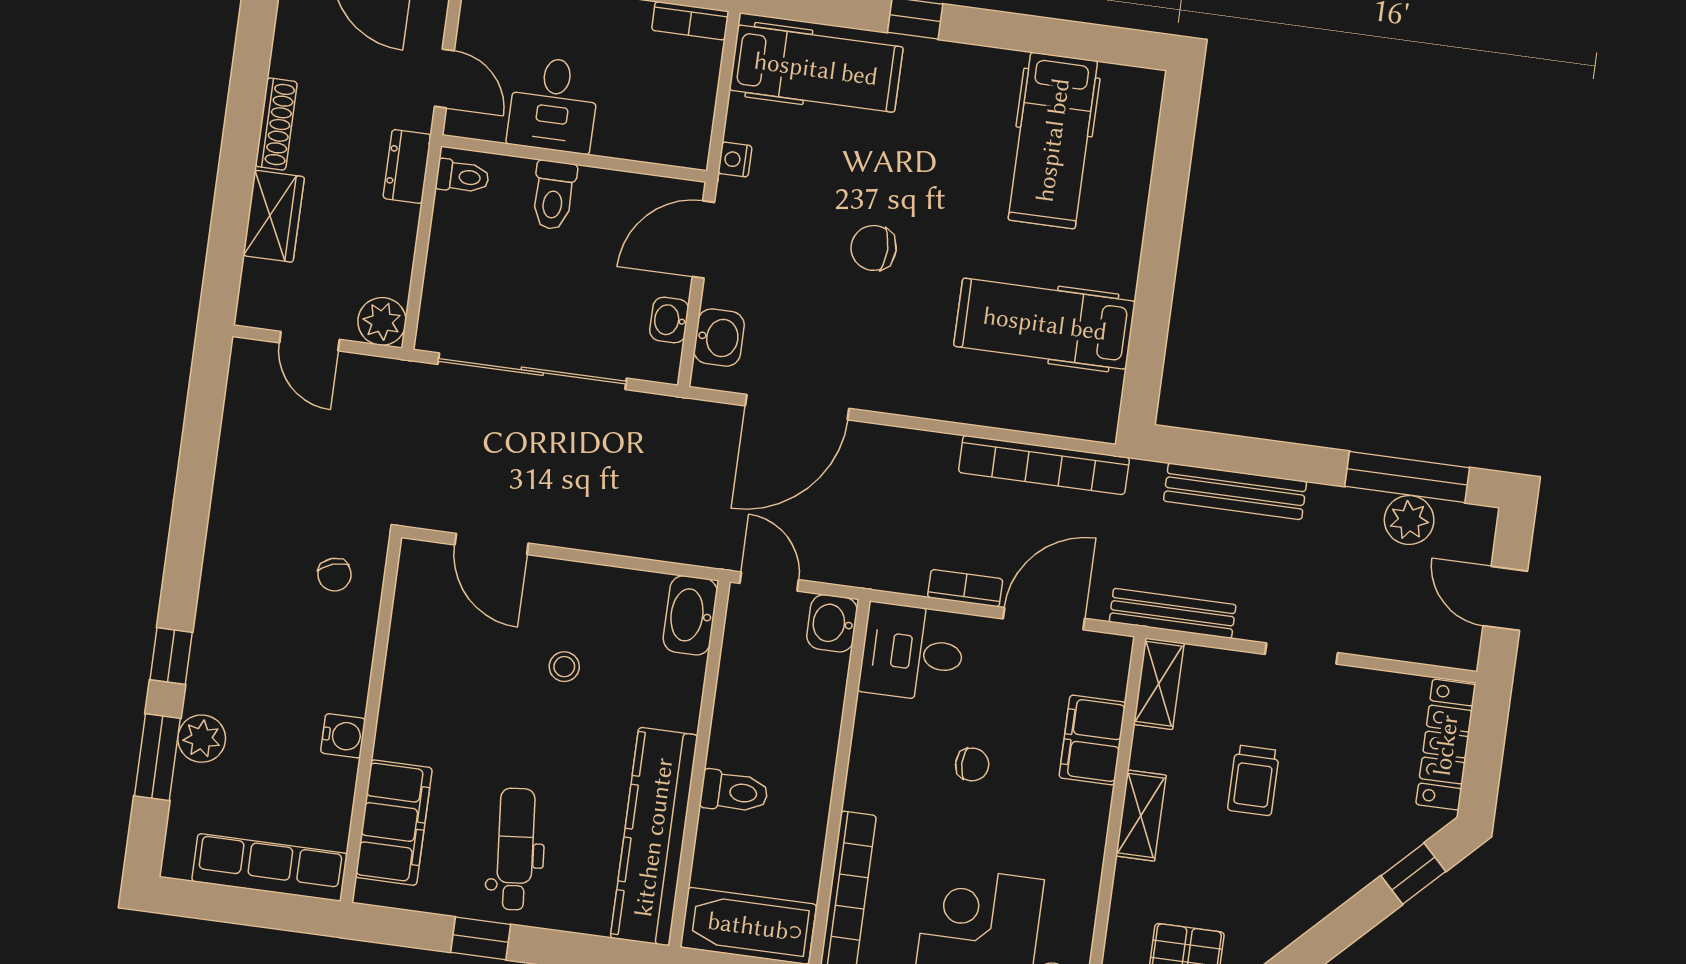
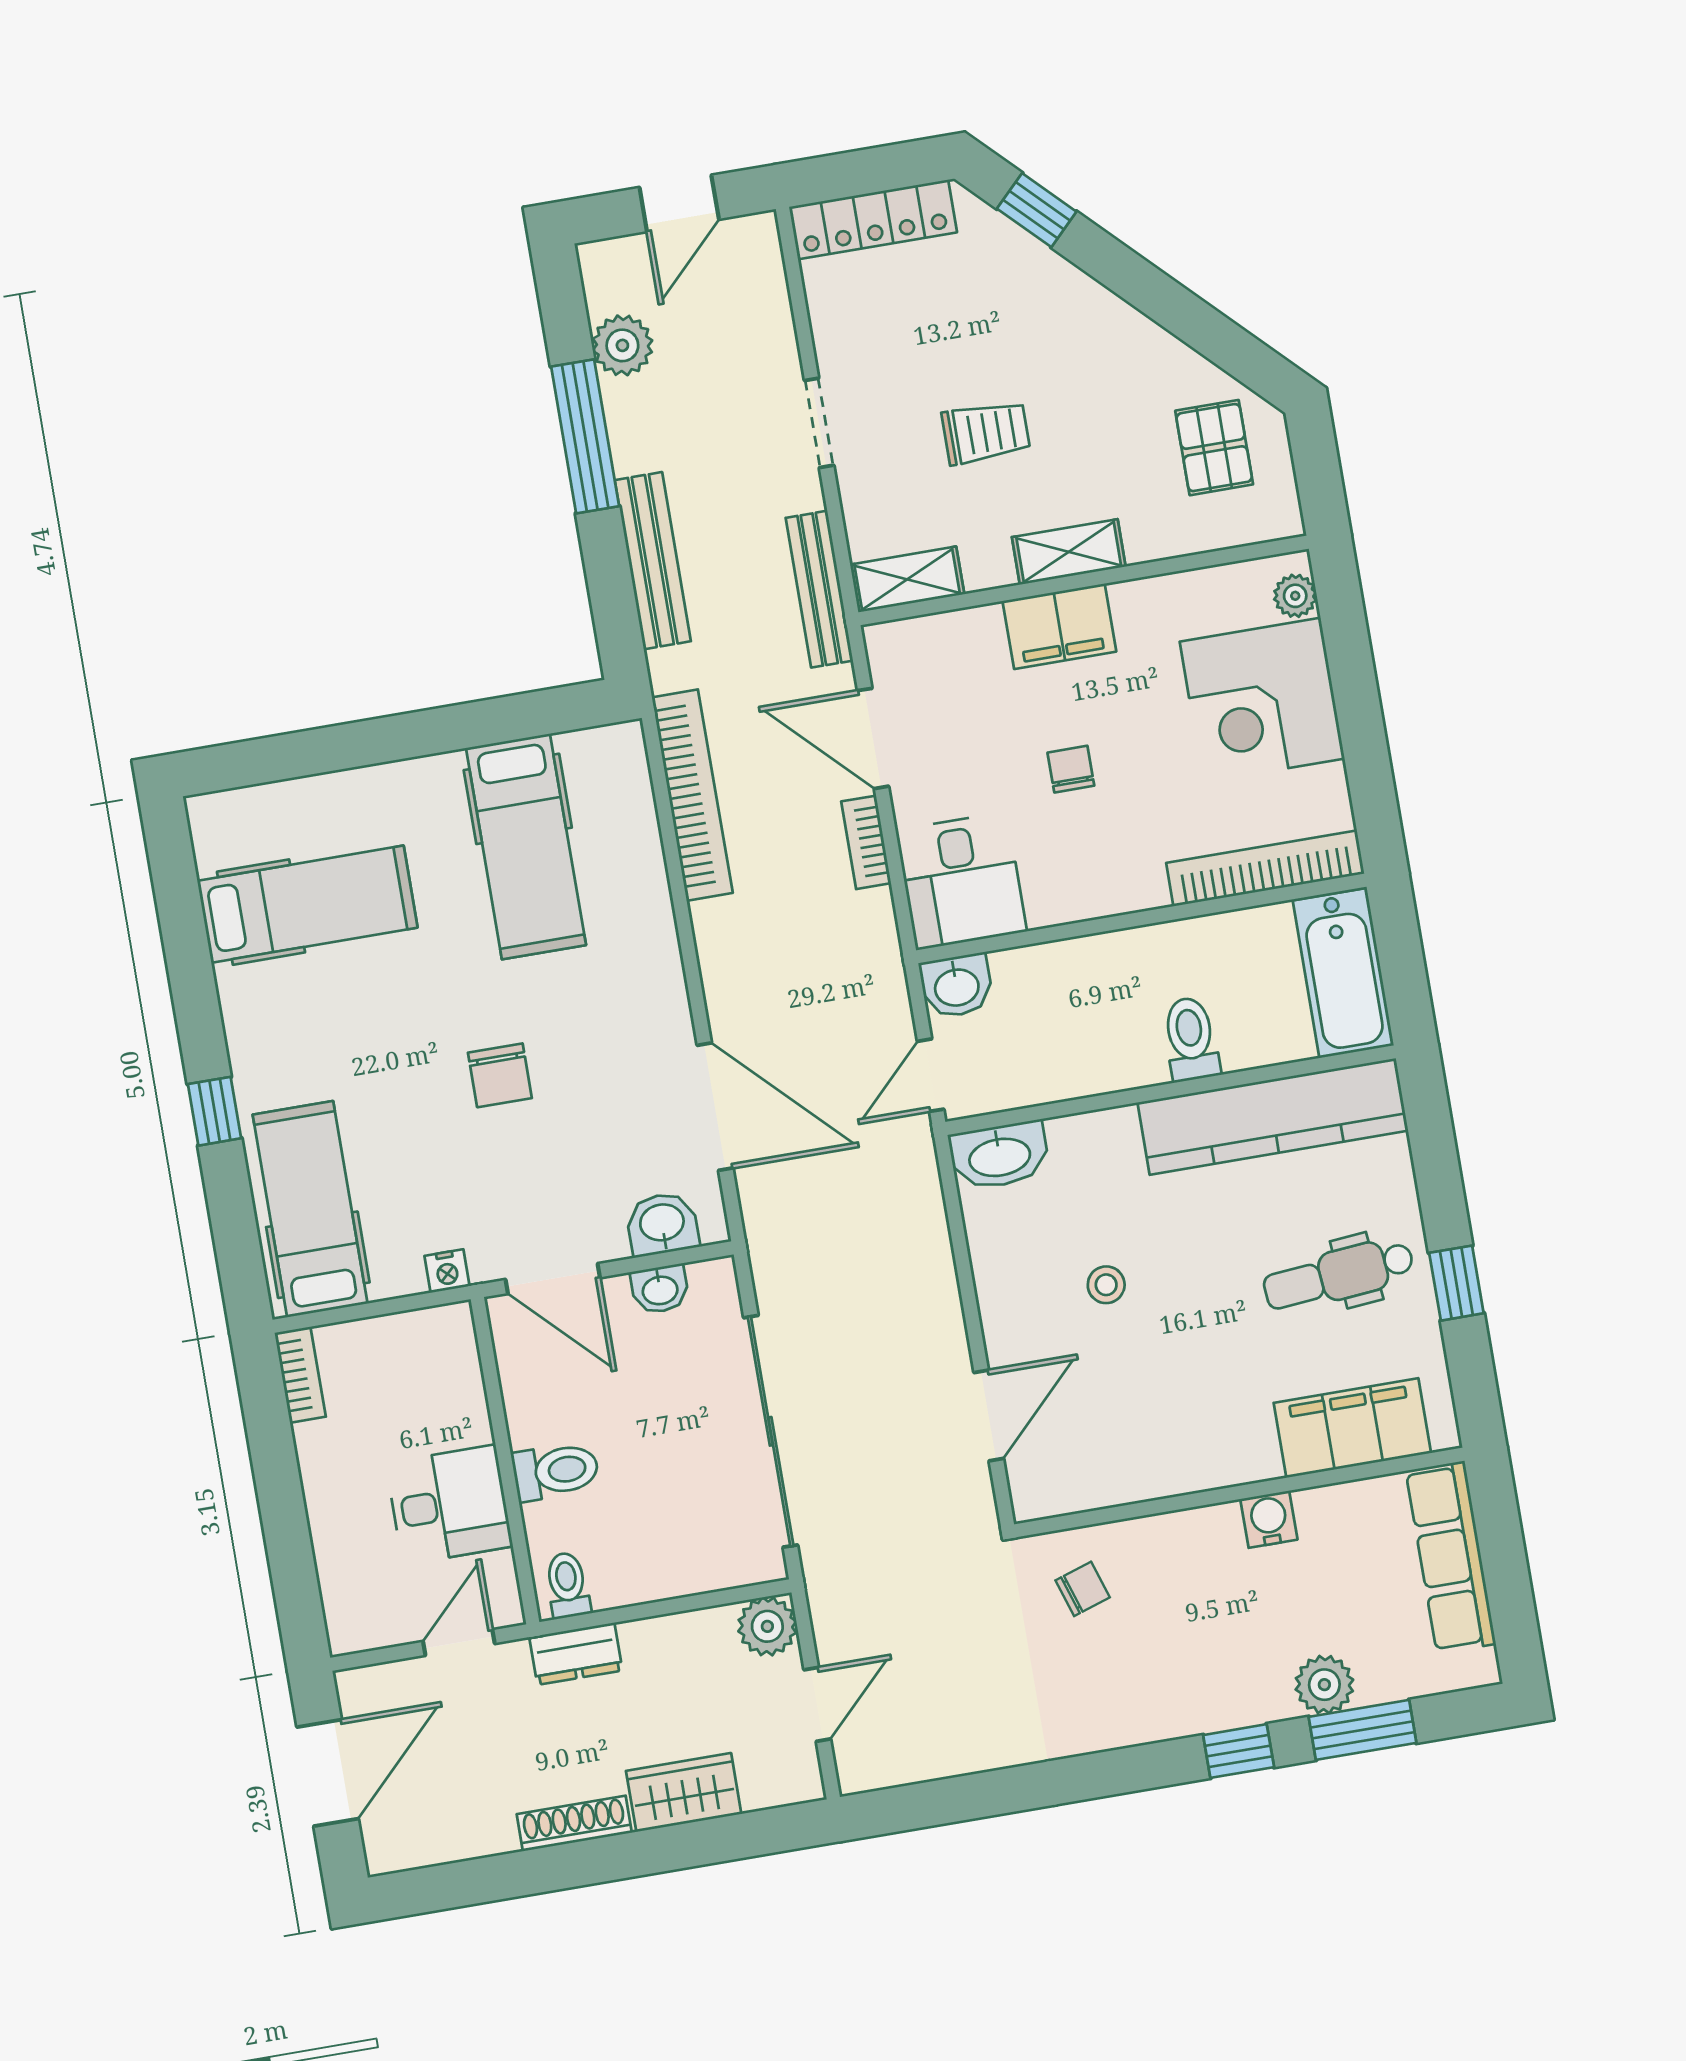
window: (1407, 477) -> (585, 436), moved
filing cabinet: (1092, 740) -> (1059, 626), moved

